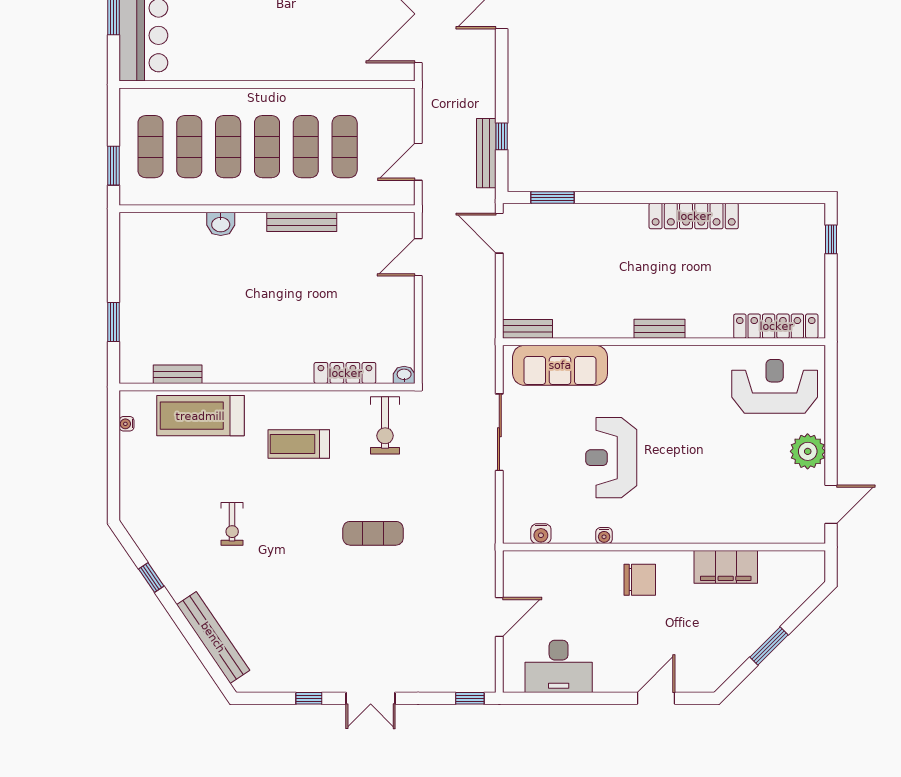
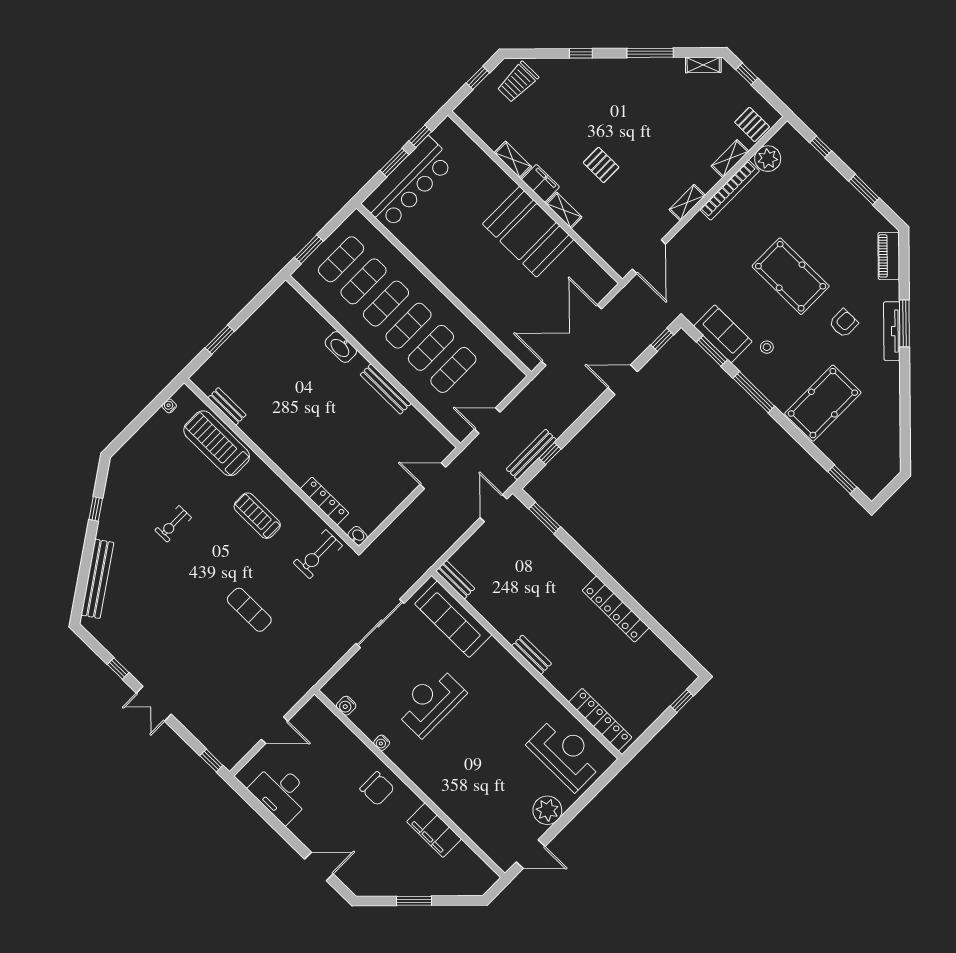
washbasin: (221, 224) -> (341, 347), width x1.38

